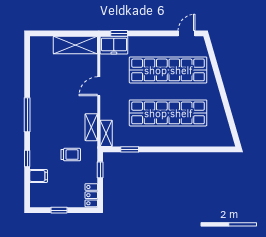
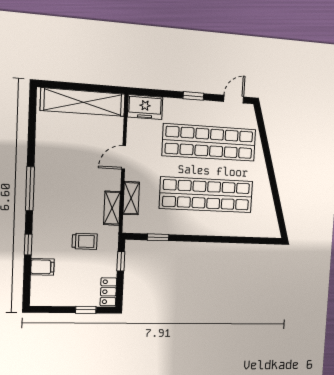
window: (119, 33) -> (193, 96), moved
shelving: (75, 45) -> (83, 102), width x1.47
shelving: (106, 133) -> (131, 198), moved
window: (59, 210) -> (86, 310), moved

